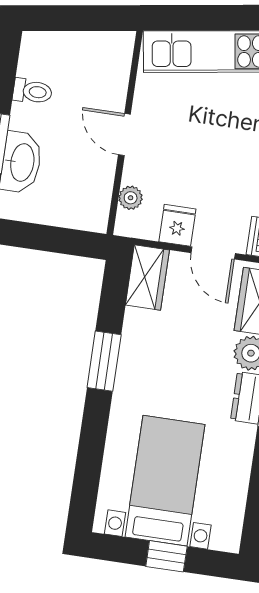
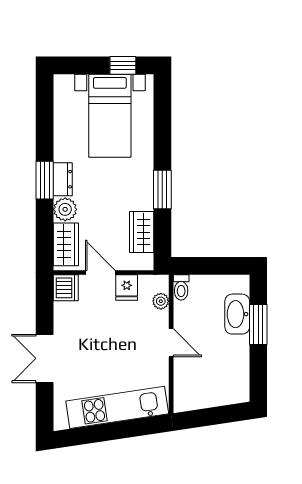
toilet: (32, 91) -> (181, 287), moved, turned -90
wardrobe: (147, 278) -> (142, 232), moved
window: (166, 556) -> (123, 65), moved

